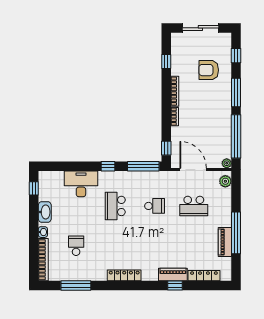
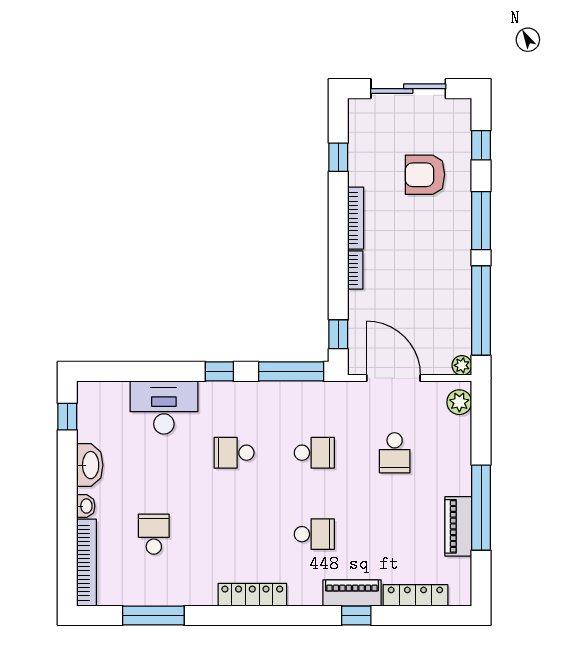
school desk: (115, 206) -> (234, 453), width x0.54
school desk: (194, 206) -> (395, 453), width x0.54
school desk: (155, 246) -> (314, 534), added

